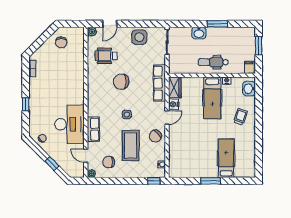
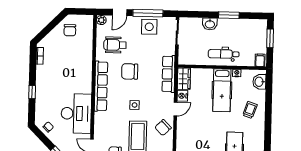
window: (138, 24) -> (148, 13), added
row of seats: (93, 129) -> (101, 86), moved, width x2.02

